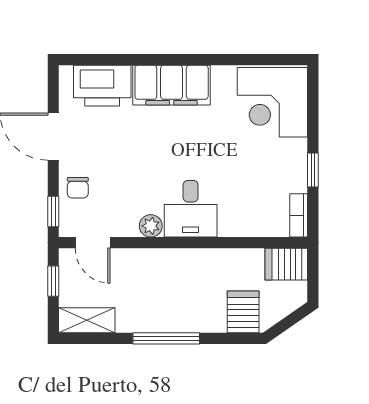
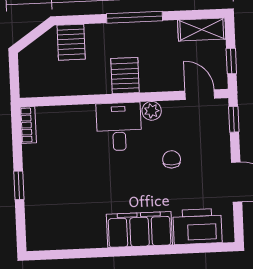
corner desk: (272, 102) -> (54, 219), removed
window: (313, 170) -> (19, 185), moved
chair: (78, 188) -> (172, 159), moved
server rack: (286, 264) -> (125, 76), moved, turned -90

